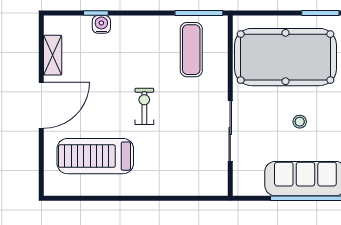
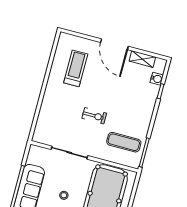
water cooler: (101, 24) -> (157, 79), moved
exercise bike: (144, 106) -> (94, 116), moved
treadmill: (95, 156) -> (76, 68), width x0.73, depth x0.73

